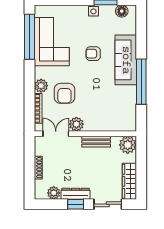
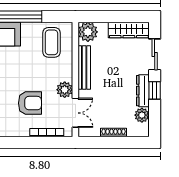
plant: (41, 86) -> (21, 129), removed
coffee table: (118, 113) -> (52, 42), added
double door: (56, 134) -> (75, 113), swing flipped
bench: (96, 142) -> (84, 67), width x1.36

